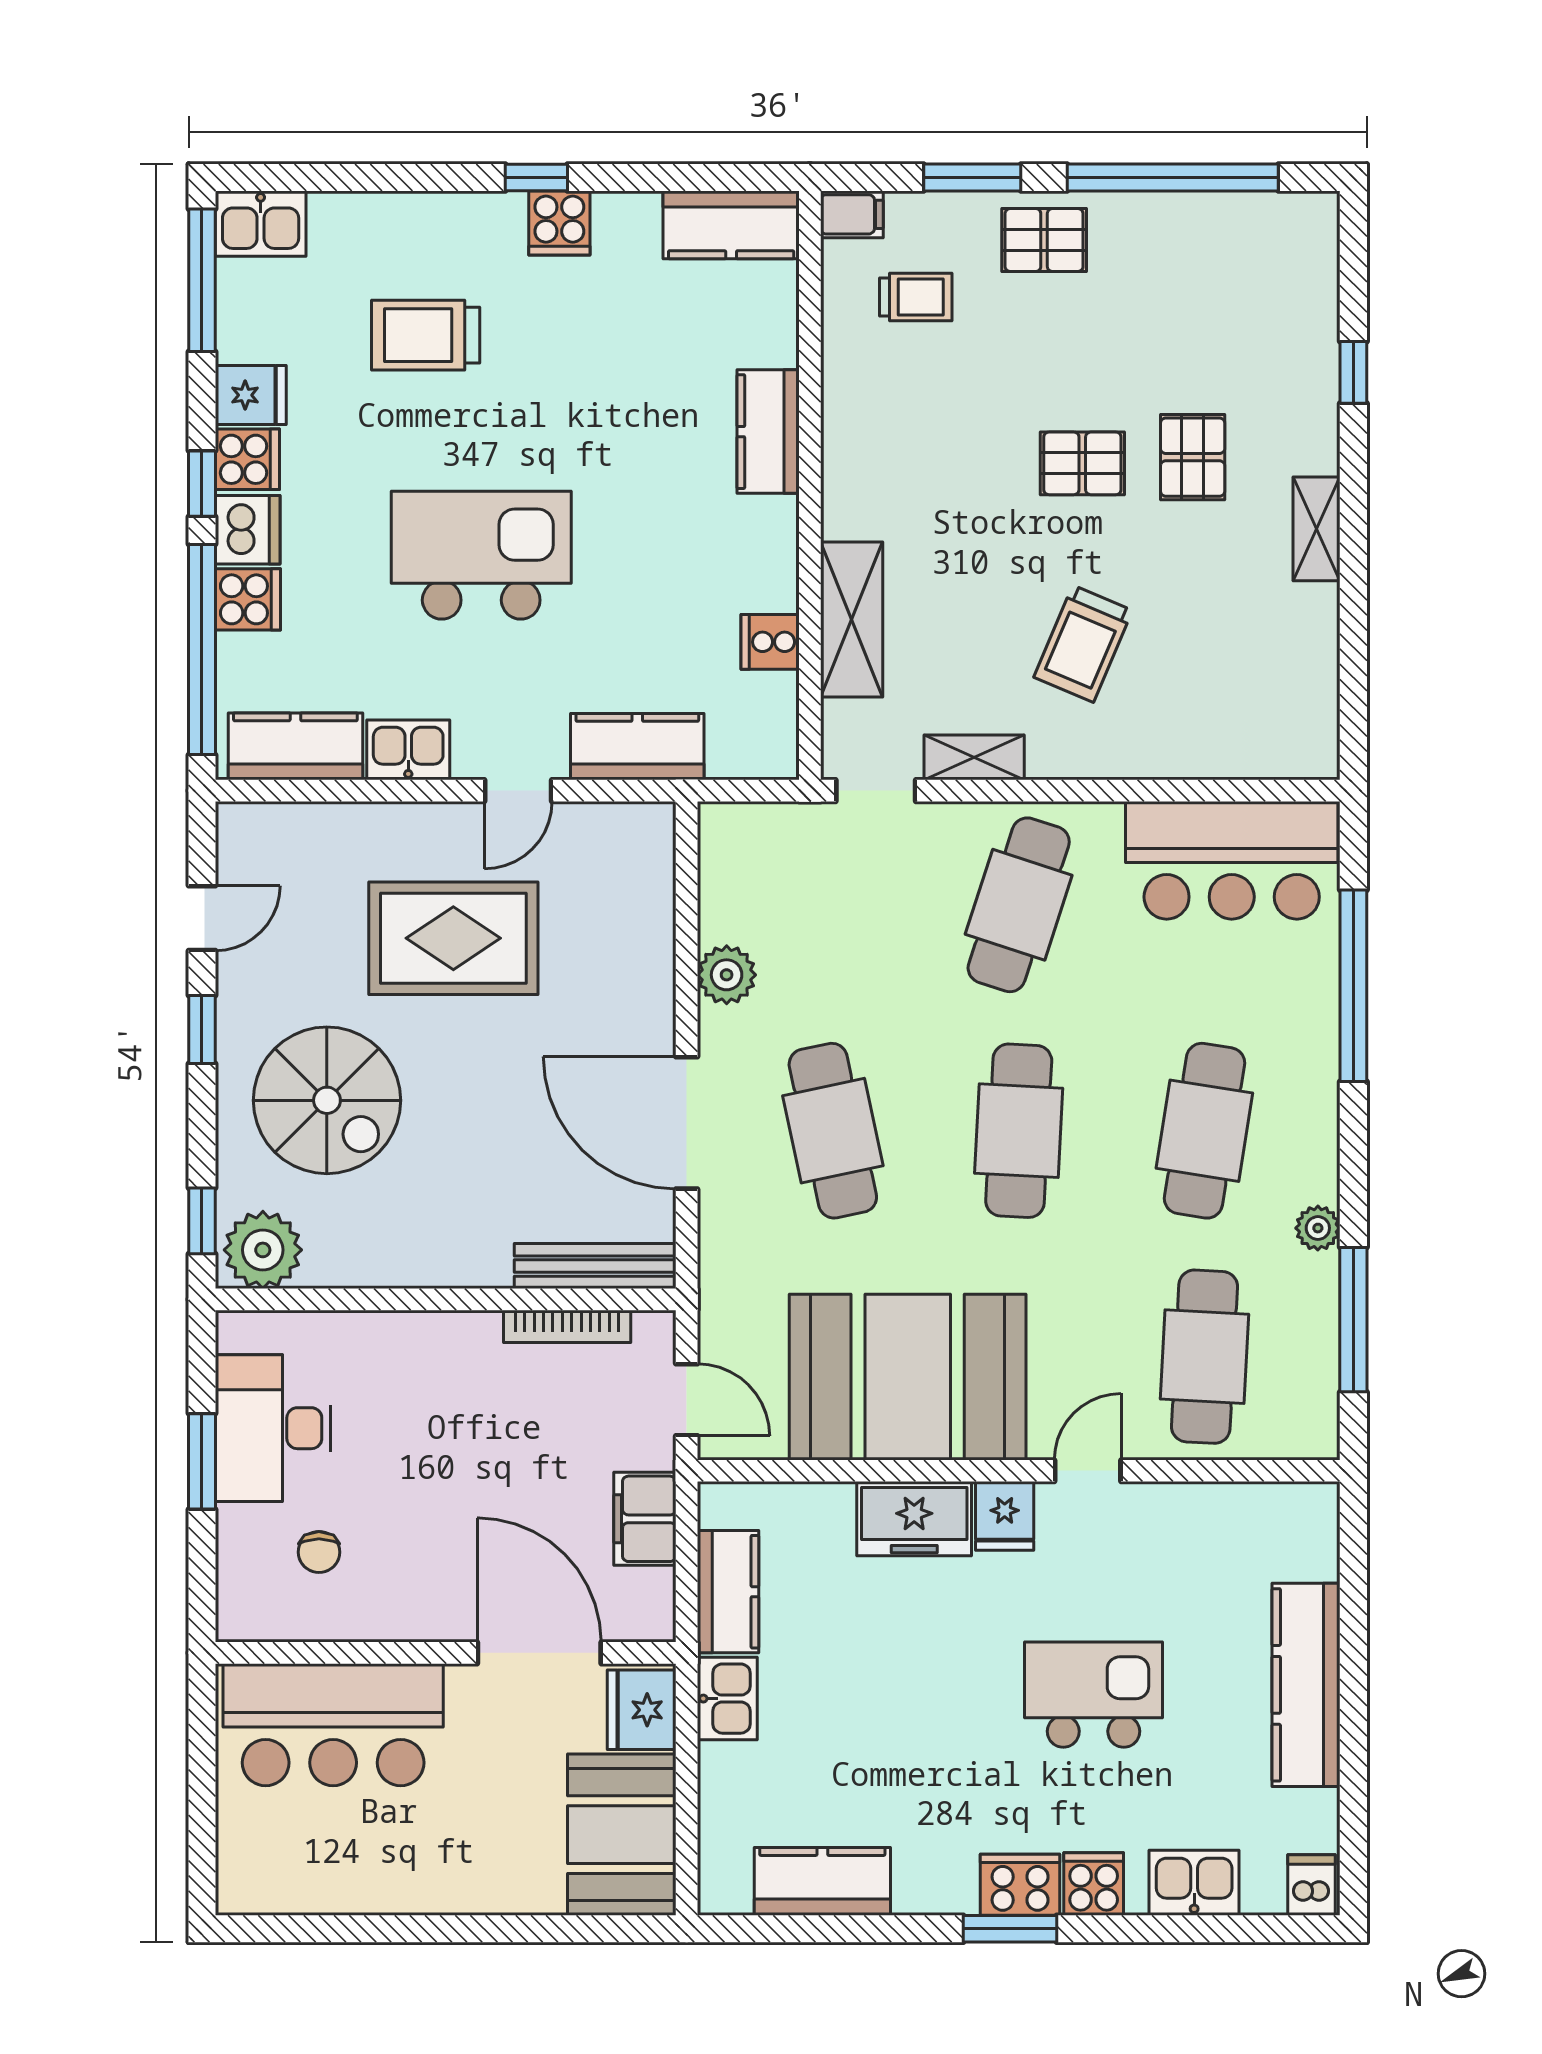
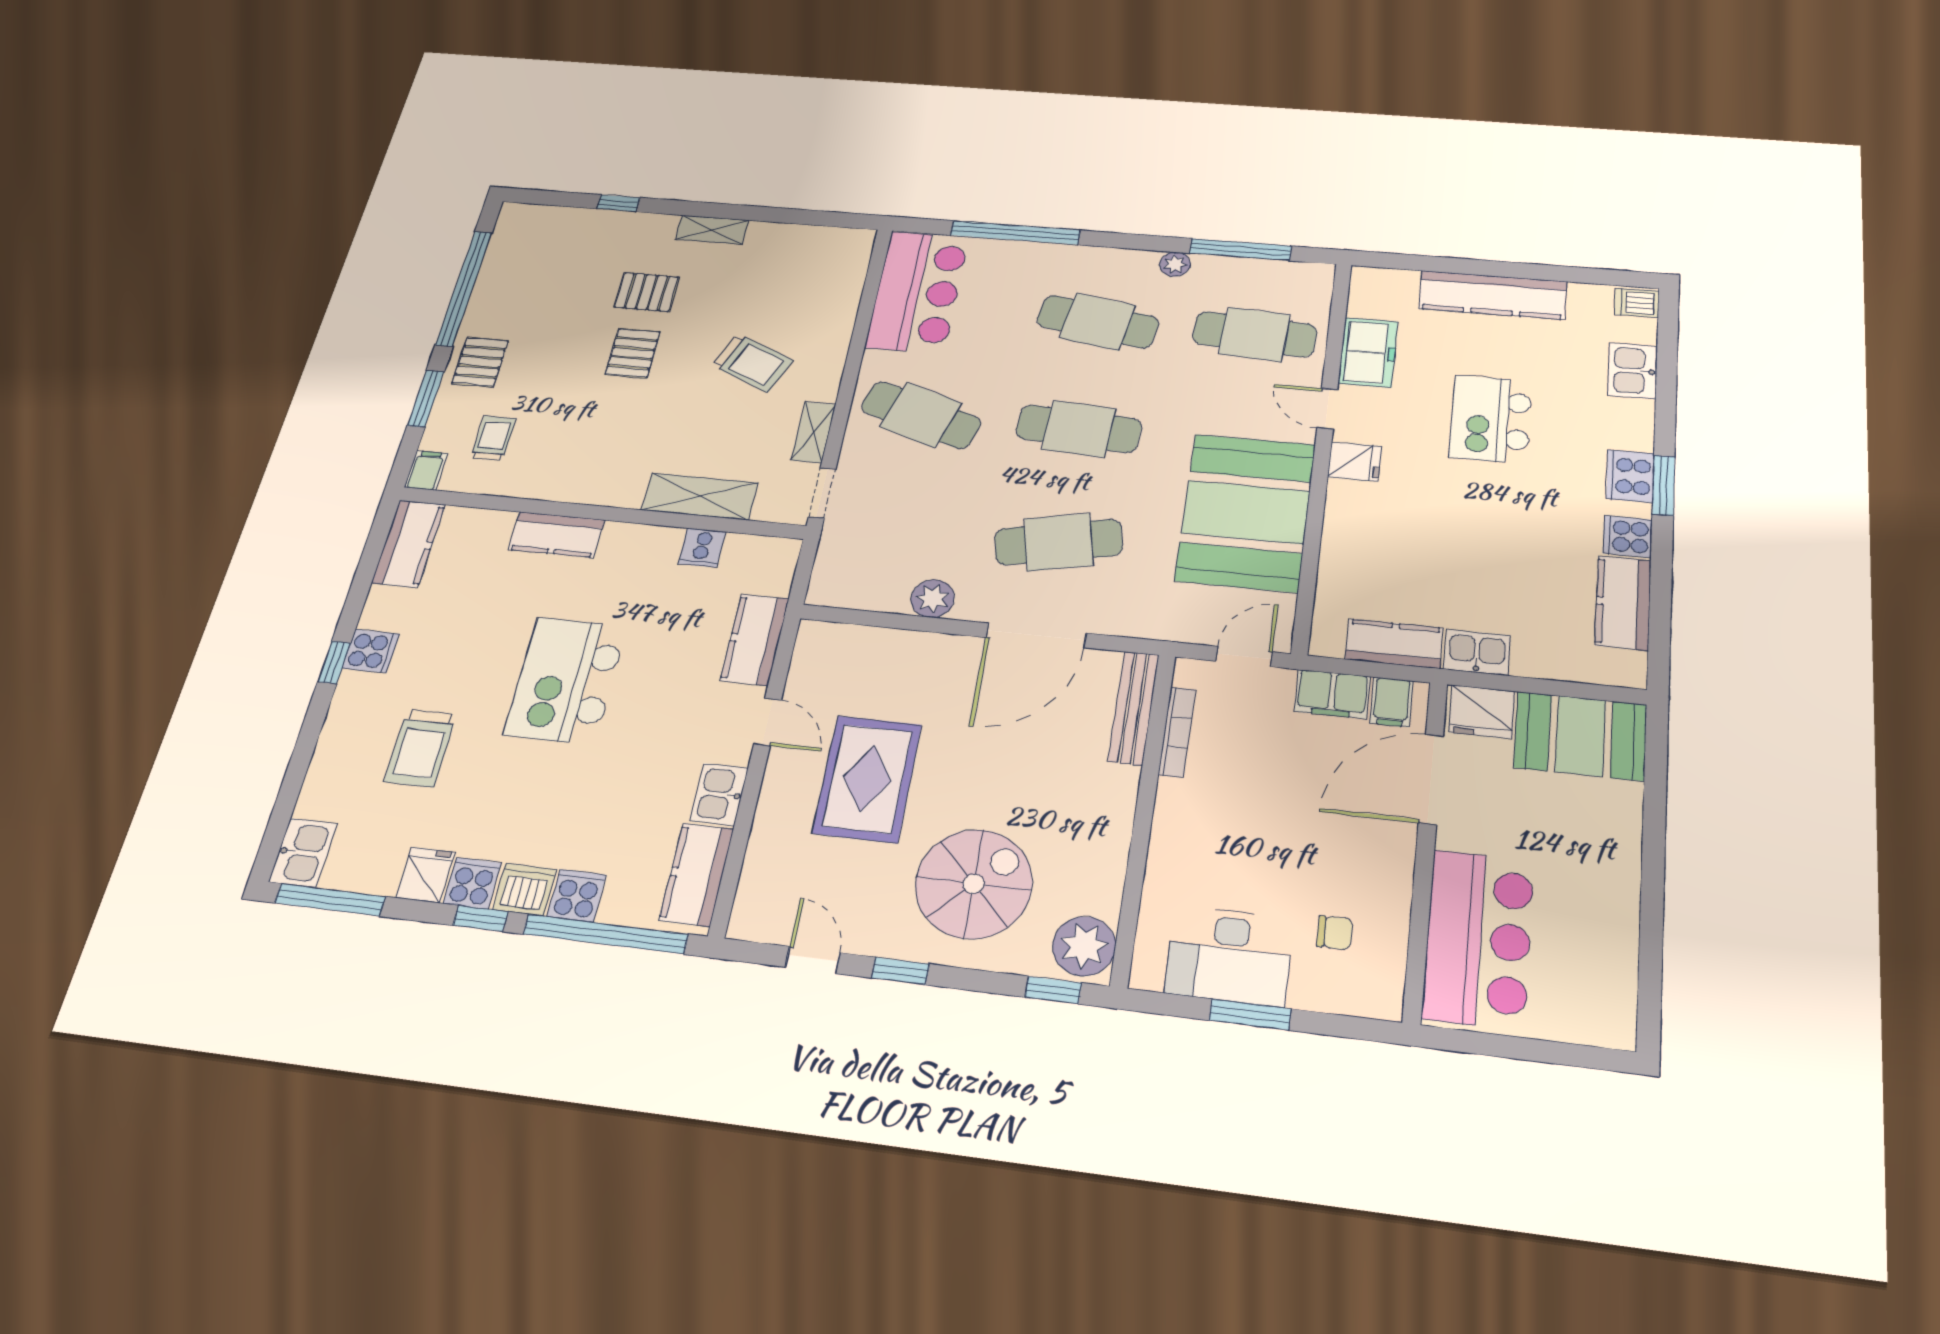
kitchen island: (481, 555) -> (566, 680), moved
freezer: (914, 1519) -> (1368, 352), moved
filing cabinet: (642, 1595) -> (1391, 702), added
cooker: (1094, 1884) -> (1628, 537), moved

